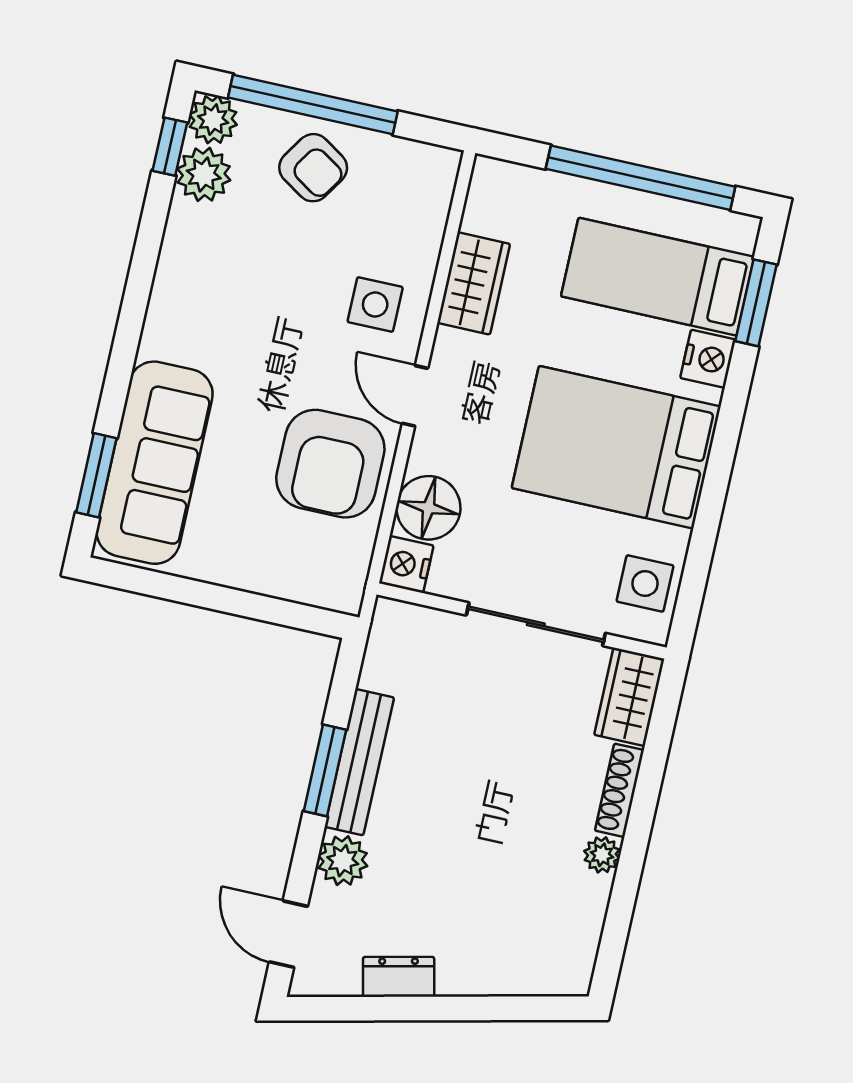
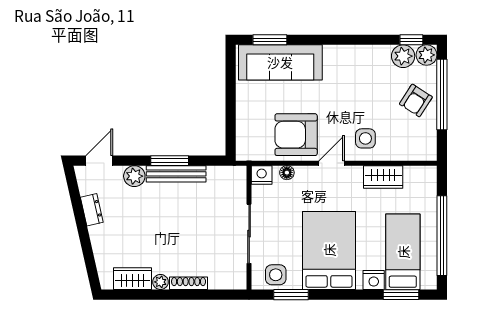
floor lamp: (428, 508) -> (287, 173), width x0.53, depth x0.53
window: (699, 558) -> (291, 295), added
wardrobe: (629, 697) -> (132, 279), moved

